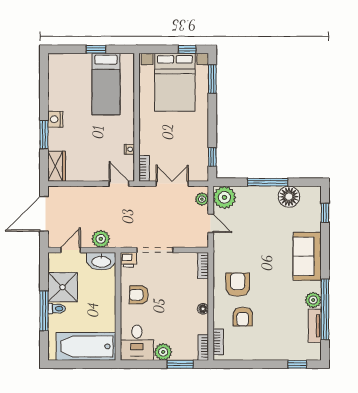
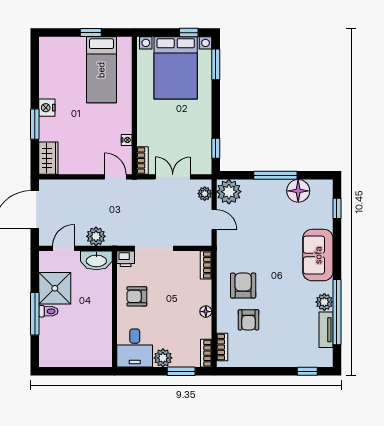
bathtub: (86, 346) -> (80, 352), removed

